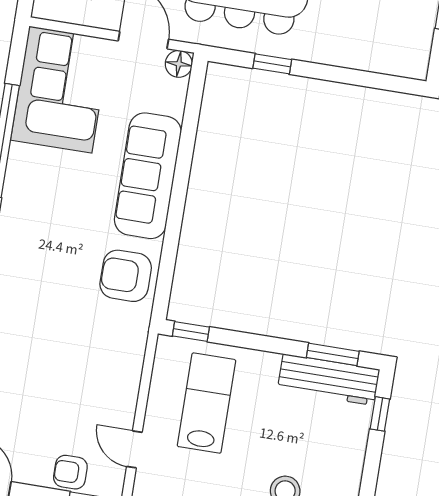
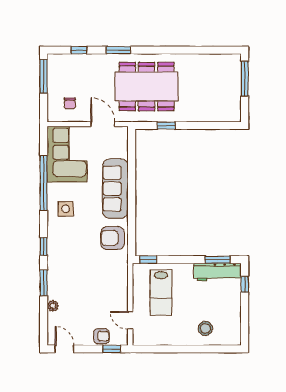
floor lamp: (179, 64) -> (122, 133), removed
side table: (39, 201) -> (66, 209), added
lab bench: (206, 403) -> (161, 293), turned 180
armchair: (70, 472) -> (101, 336), turned 180

